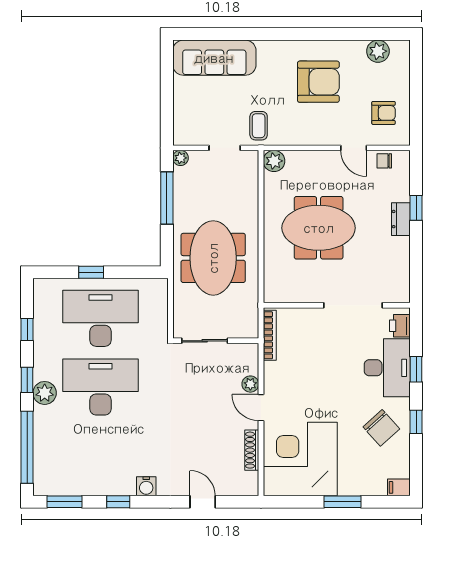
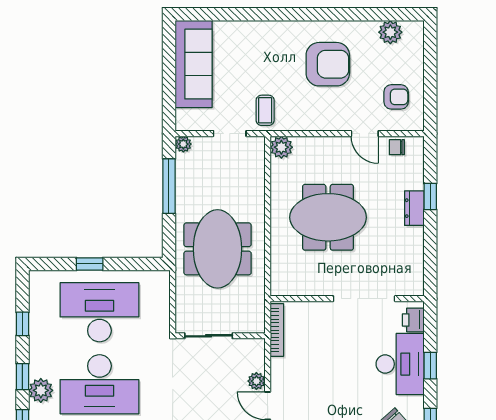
sofa: (214, 58) -> (194, 64), moved, turned -90
desk: (101, 387) -> (99, 384), turned 180

